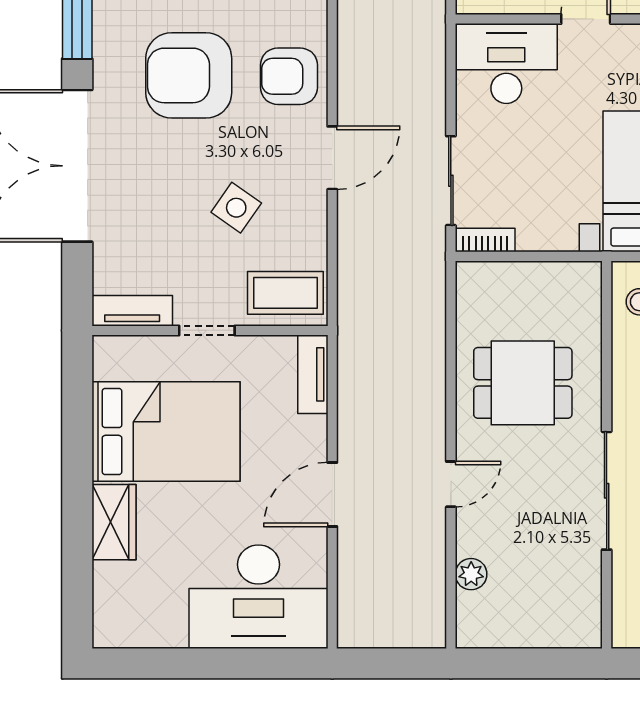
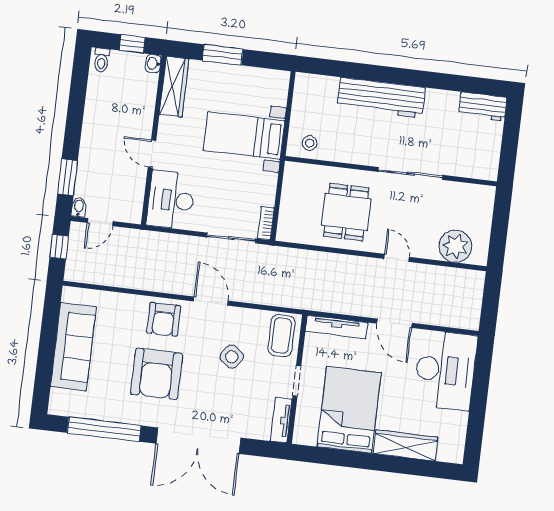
tv unit: (313, 374) -> (336, 327), width x1.41
wardrobe: (114, 522) -> (405, 445), width x1.50
plant: (471, 574) -> (455, 246), width x1.87, depth x1.87

